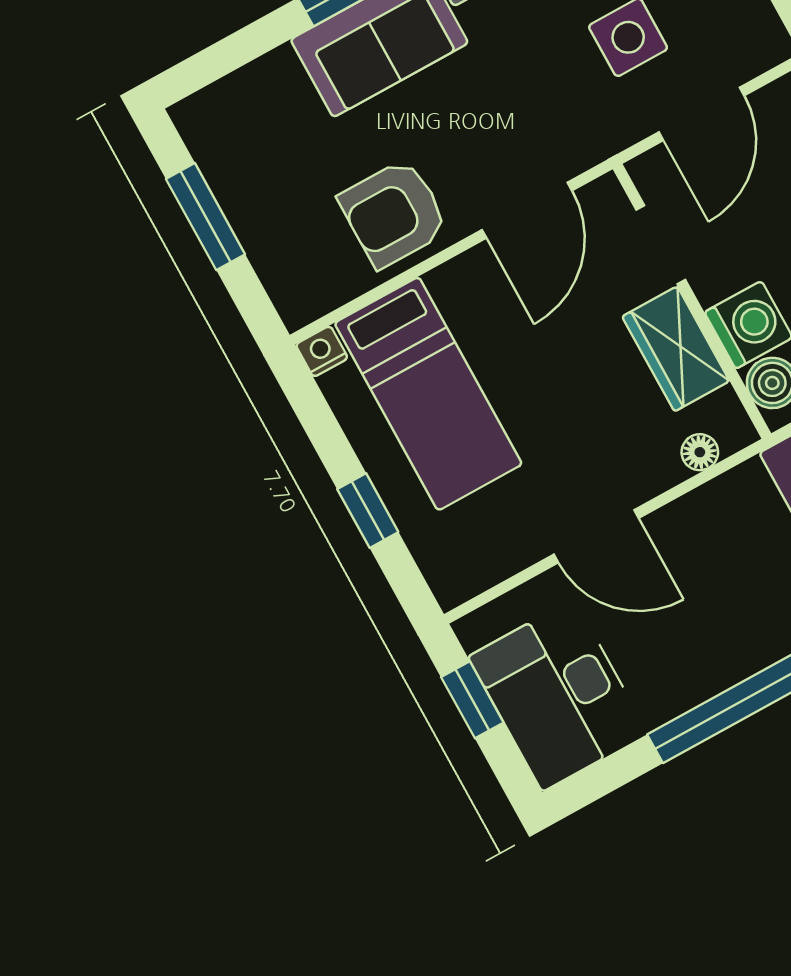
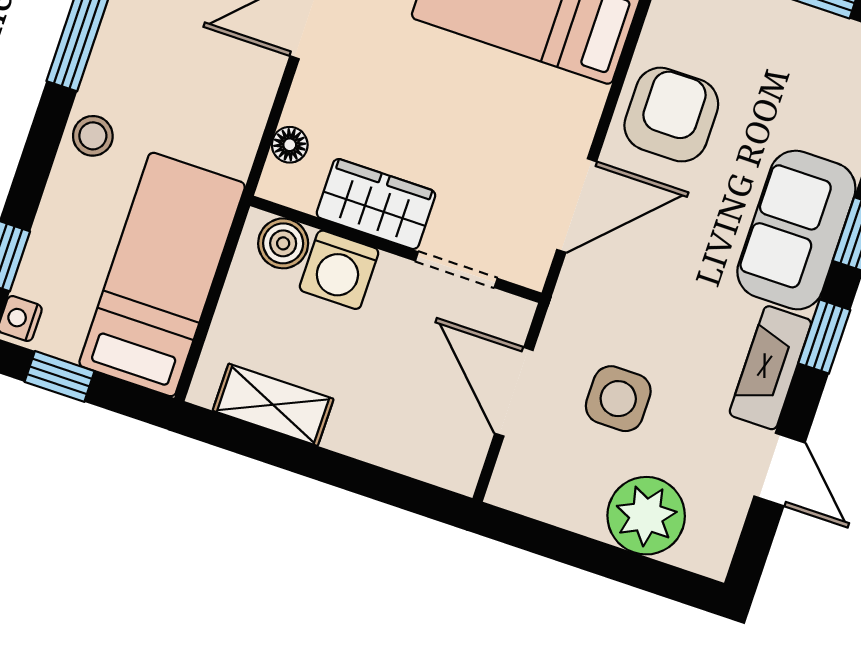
door: (527, 210) -> (577, 206), swing flipped

